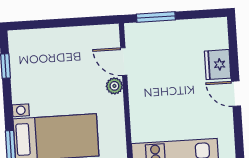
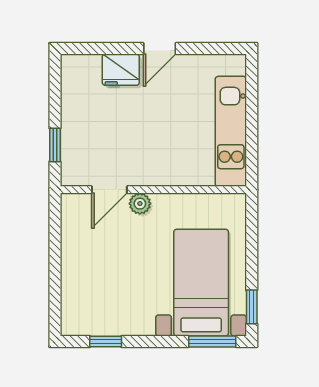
window: (156, 17) -> (55, 145), width x0.67

